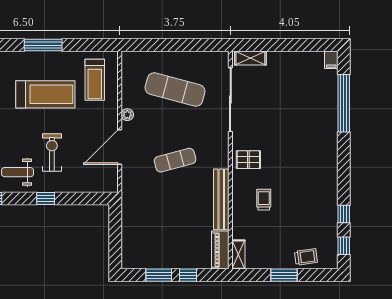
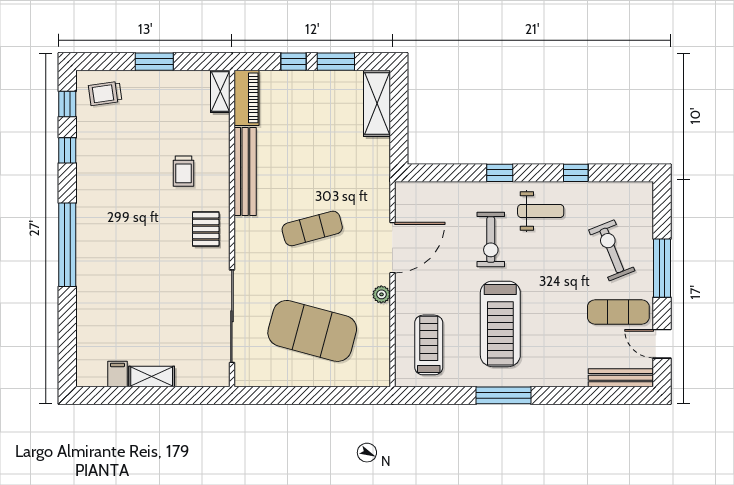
shelving: (250, 58) -> (152, 376), moved
filing cabinet: (331, 60) -> (117, 374), moved
exercise mat: (175, 89) -> (312, 331), width x1.47
treadmill: (45, 94) -> (500, 324), turned -90
window: (344, 103) -> (67, 245), moved
pallet: (248, 160) -> (206, 229), turned 90
shelving: (130, 246) -> (377, 103), added
trolley: (306, 257) -> (105, 93), moved

